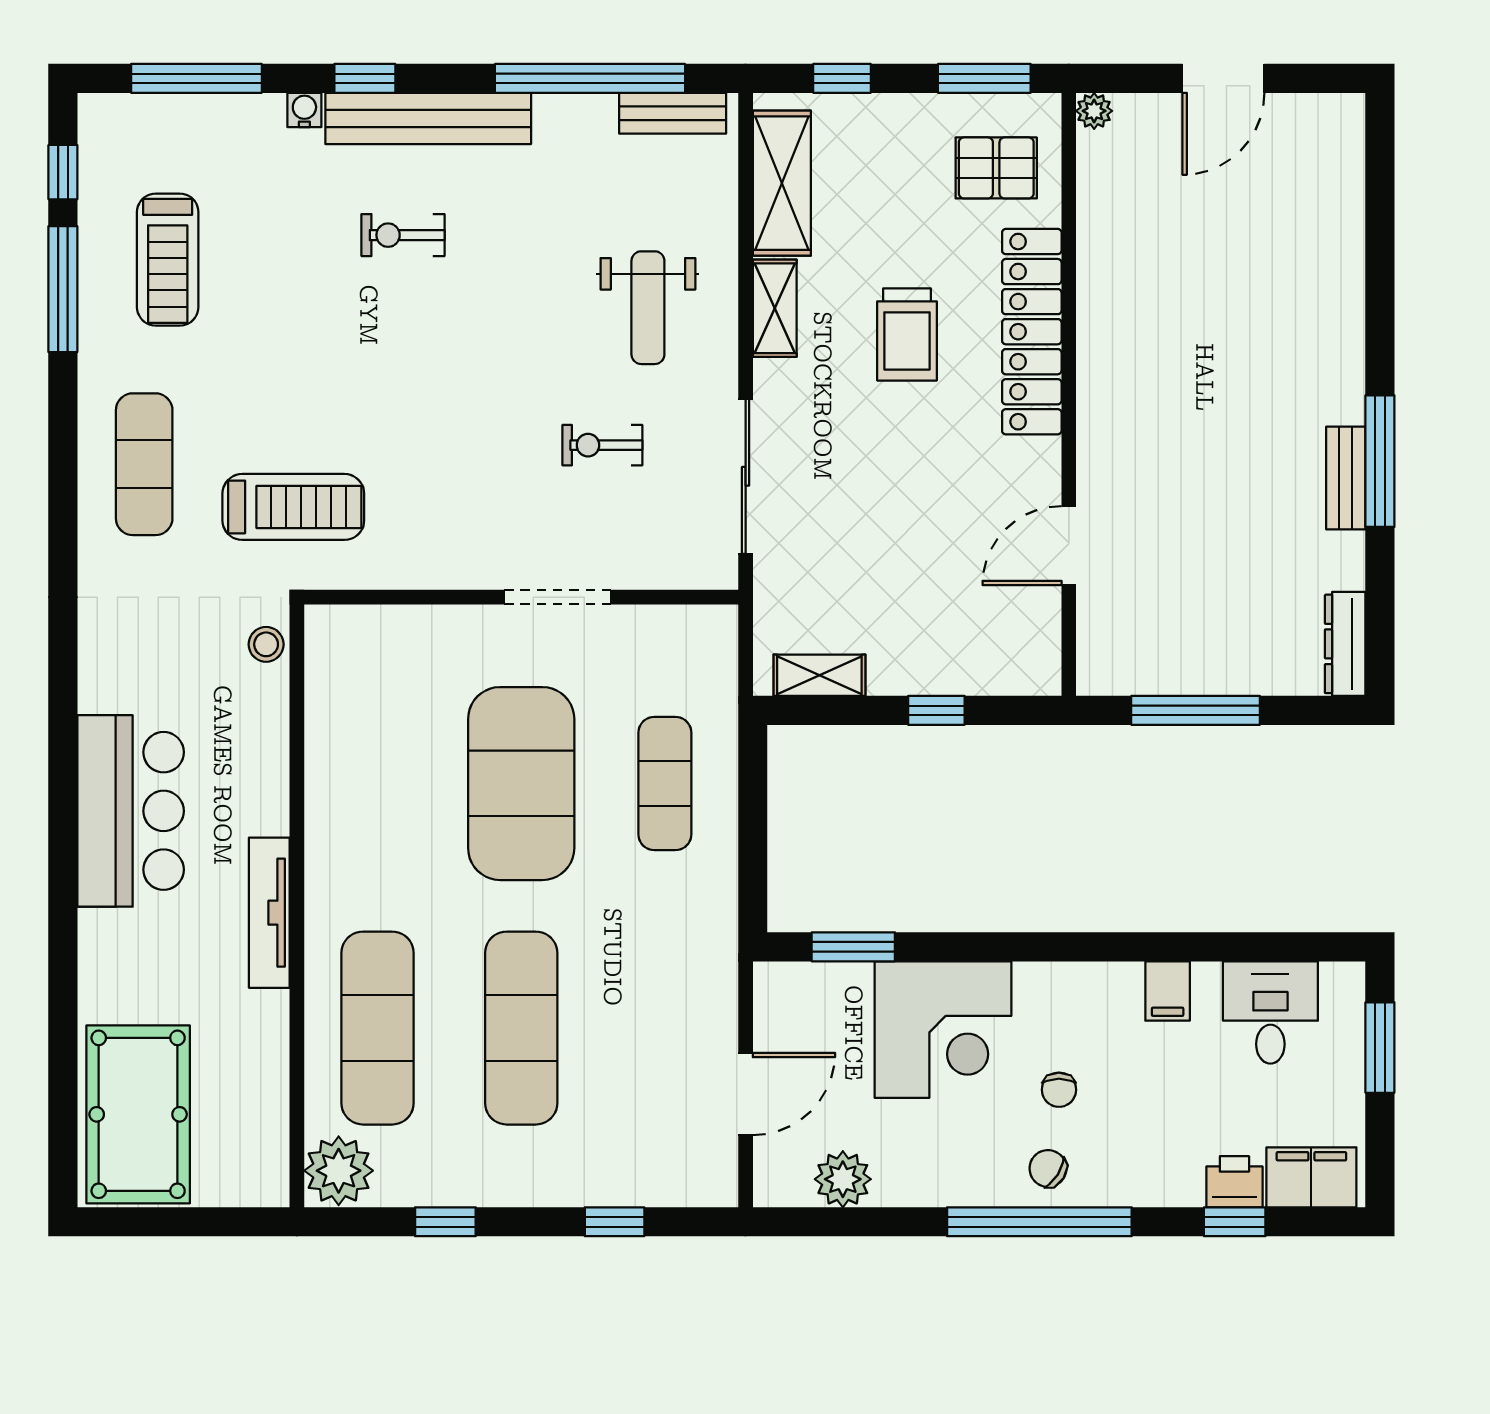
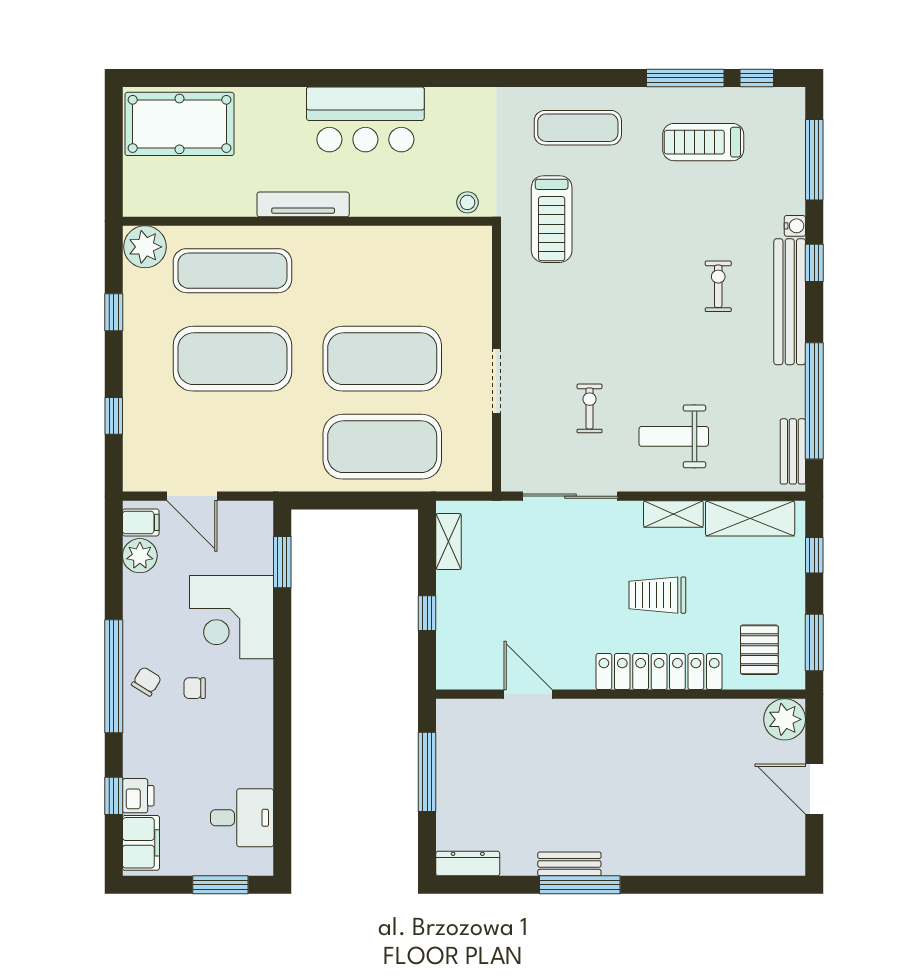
plant: (1094, 111) -> (785, 719), width x1.88, depth x1.88
exercise mat: (665, 784) -> (382, 447), width x2.00, depth x1.45
filing cabinet: (1168, 991) -> (141, 522), moved, turned 180
exercise mat: (521, 1028) -> (232, 359), width x1.47

